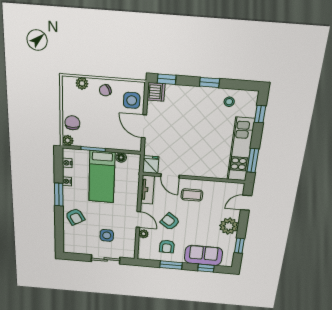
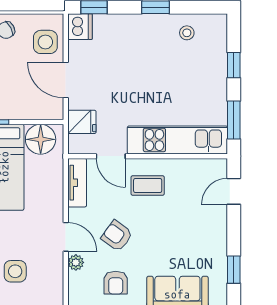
window: (260, 114) -> (234, 65), moved
kitchen unit: (241, 150) -> (177, 140), moved, turned 90
floor lamp: (121, 157) -> (41, 139), width x1.89, depth x1.89
fridge: (151, 165) -> (82, 122), moved, turned 90
plant: (229, 226) -> (212, 235), removed

